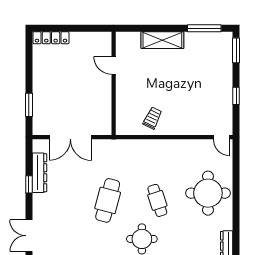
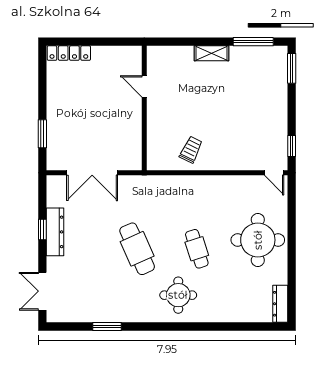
shelving: (162, 40) -> (212, 53), width x0.67, depth x0.75
window: (236, 96) -> (292, 146), moved
dresser: (39, 173) -> (55, 232), moved
cafe table: (108, 200) -> (137, 249), turned -39

